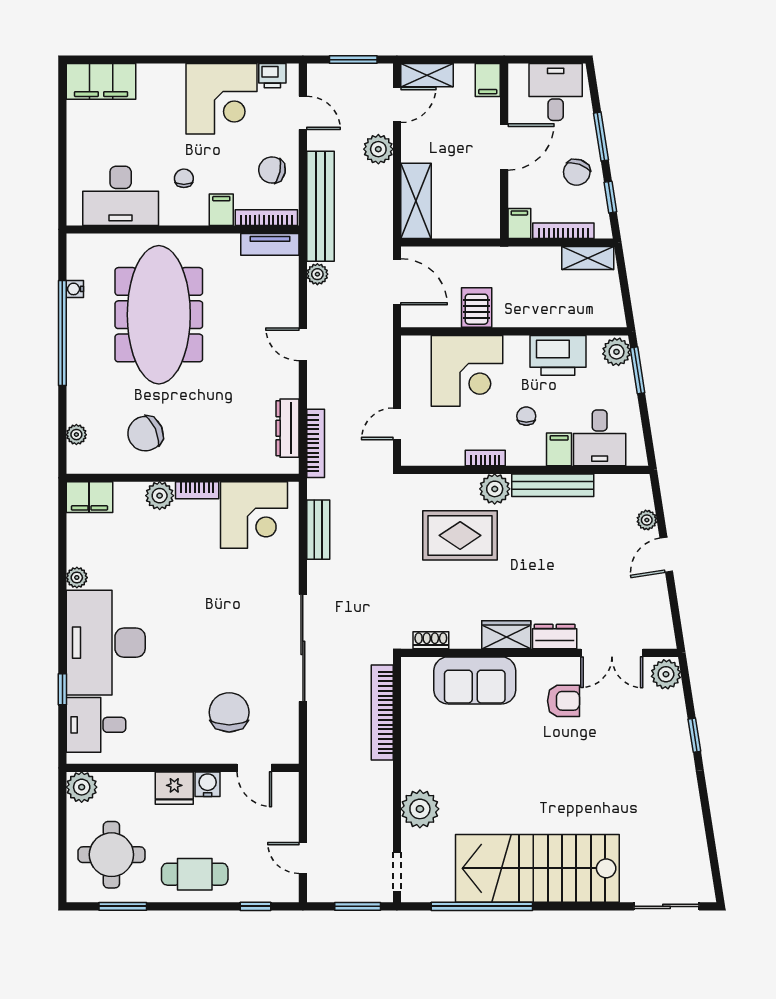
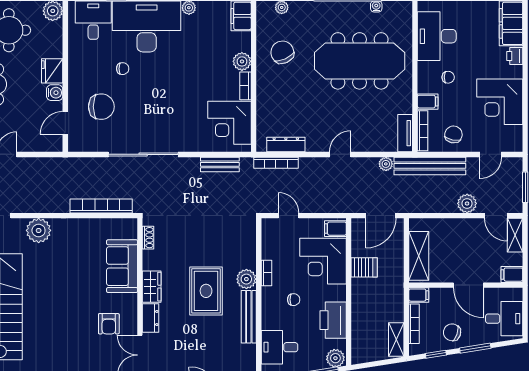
printer: (272, 76) -> (515, 56), moved
shelving: (416, 201) -> (419, 256), moved, turned 90
filing cabinet: (559, 449) -> (335, 229), moved, turned 180
rug: (460, 535) -> (206, 291), moved
chair: (171, 679) -> (123, 69), added

